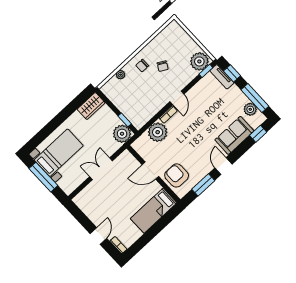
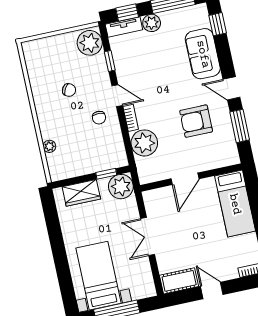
chair: (142, 66) -> (99, 118), moved
window: (206, 71) -> (110, 61), moved
wardrobe: (91, 106) -> (81, 193), moved, turned 90
plant: (250, 109) -> (152, 23), moved
armchair: (177, 175) -> (196, 121), moved
cot: (85, 204) -> (179, 281), added
door: (98, 236) -> (212, 291), moved

